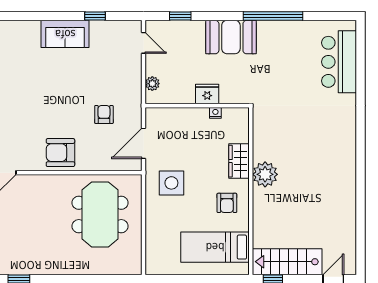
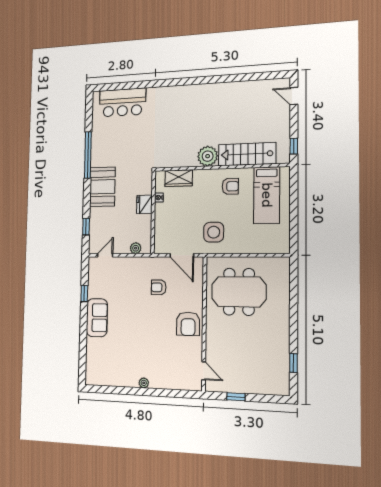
wardrobe: (239, 161) -> (179, 178), moved
stairs: (287, 262) -> (247, 154), moved, turned 90

